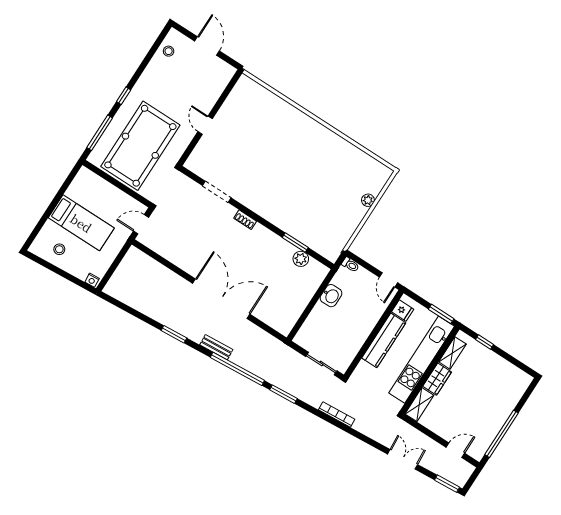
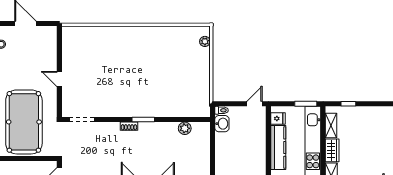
doorway: (217, 192) -> (82, 120), moved
plant: (368, 200) -> (205, 41), moved
window: (295, 242) -> (143, 120), moved
door: (388, 280) -> (255, 104), swing flipped
washbasin: (331, 296) -> (222, 124), moved

